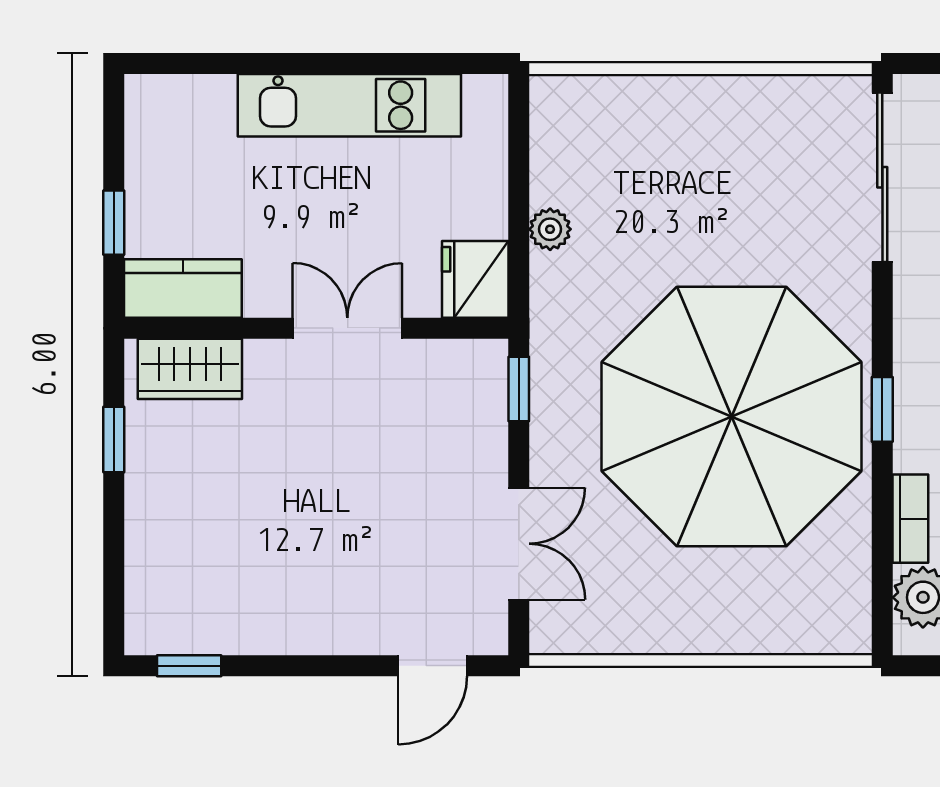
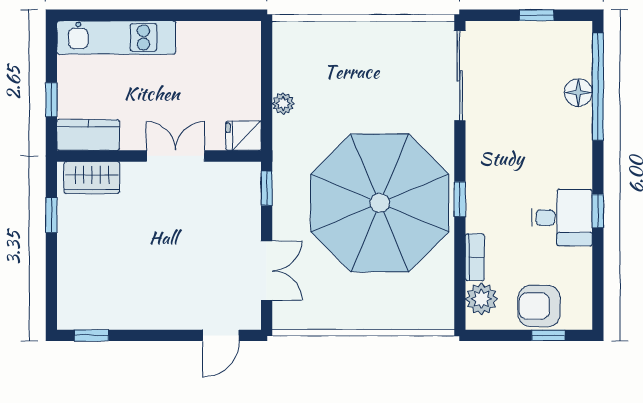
kitchen unit: (349, 105) -> (116, 37), moved
fridge: (475, 279) -> (244, 136), width x0.72

